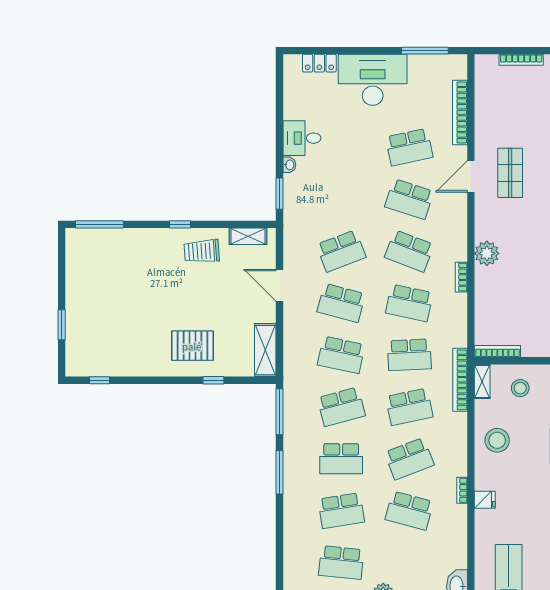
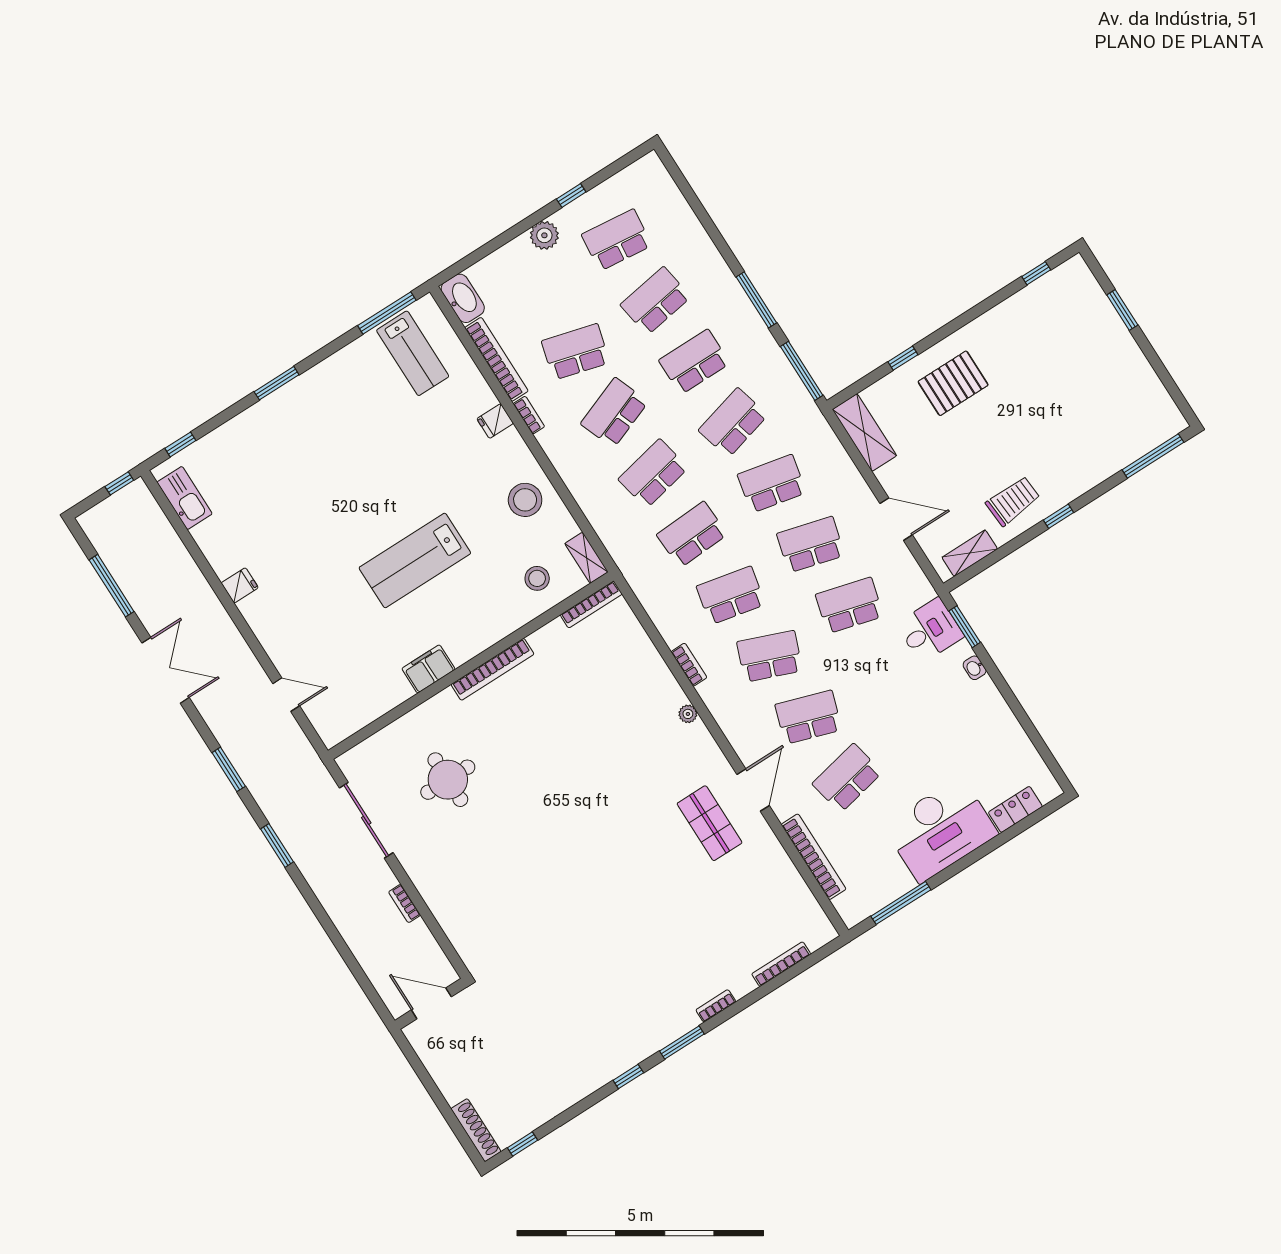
desk: (302, 138) -> (930, 630), moved
school desk: (341, 251) -> (849, 605), turned 36
plant: (487, 253) -> (688, 714), width x0.53, depth x0.53
bookcase: (460, 380) -> (496, 359), moved

